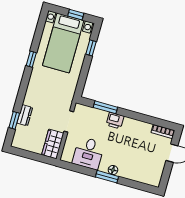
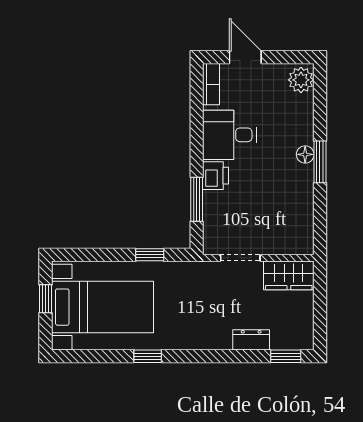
window: (91, 48) -> (150, 255), moved
window: (14, 120) -> (286, 356), moved
desk: (88, 153) -> (229, 135), moved, turned 180
plant: (152, 179) -> (301, 80), added

